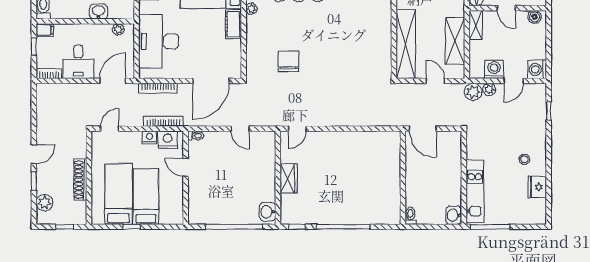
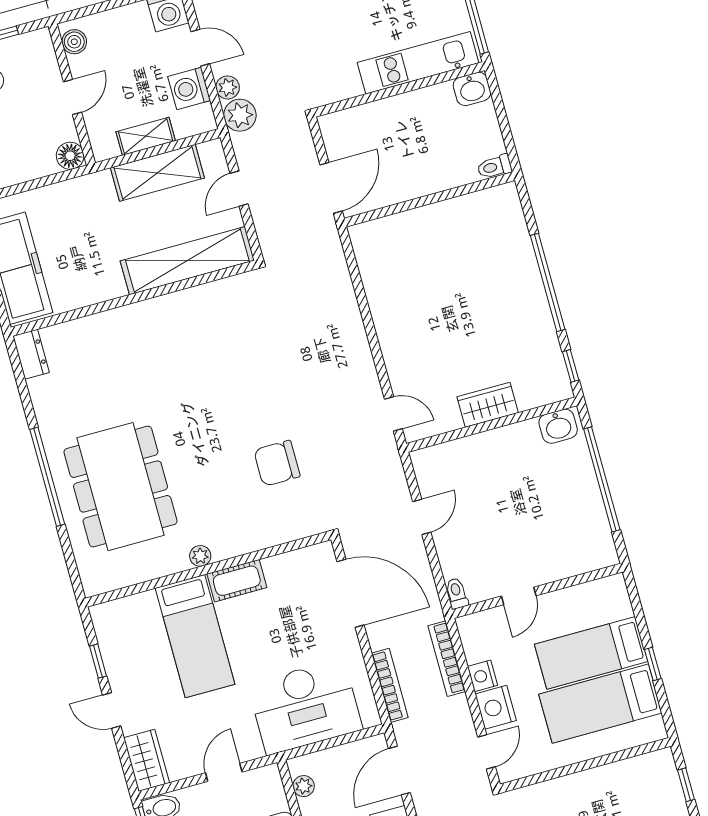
shelving: (476, 25) -> (146, 136), moved
door: (112, 81) -> (399, 771), hinge flipped
door: (110, 129) -> (487, 752), swing flipped
nightstand: (168, 140) -> (496, 707), moved
shoe rack: (80, 180) -> (593, 780), removed

